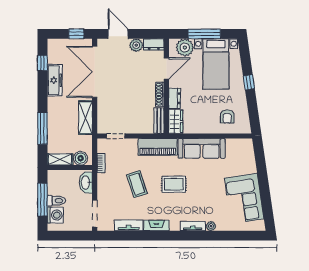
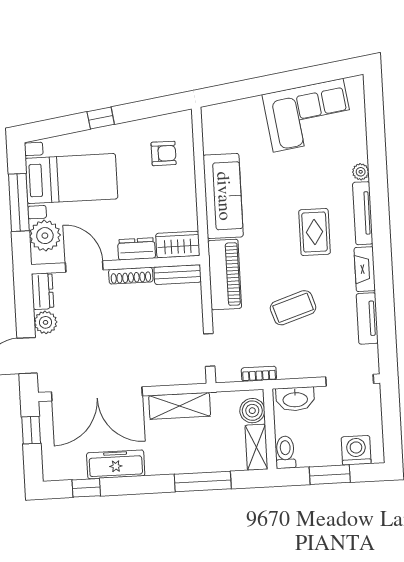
rug: (174, 184) -> (315, 232), moved
window: (42, 200) -> (330, 475), width x0.69
toilet: (56, 201) -> (285, 452), moved
tv unit: (193, 226) -> (363, 213), width x1.41

